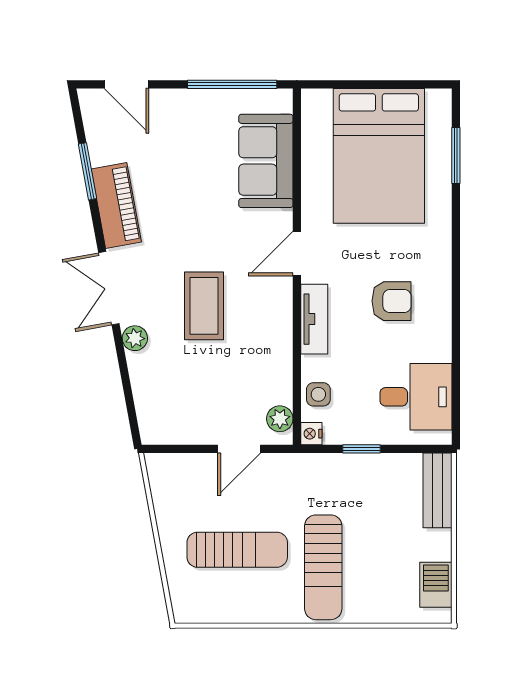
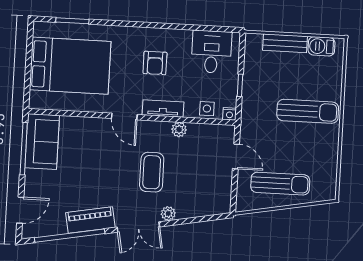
sofa: (266, 161) -> (42, 142), moved, turned -90
window: (88, 171) -> (70, 236), width x2.11
armchair: (391, 301) -> (155, 63), turned 180
coffee table: (204, 306) -> (152, 172), turned 90
plant: (280, 419) -> (179, 130), moved
bench: (438, 490) -> (285, 43), moved
sun lounger: (237, 550) -> (280, 184), moved, turned 90

